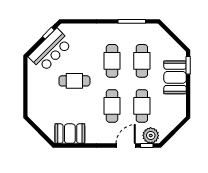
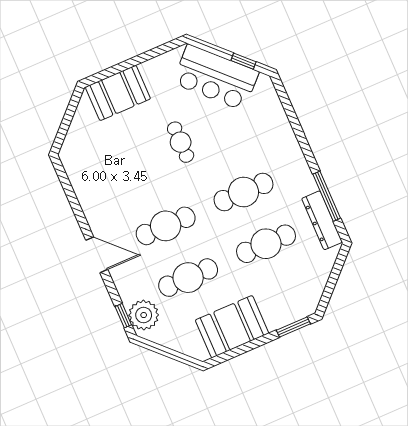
dresser: (142, 29) -> (322, 220), added
booth: (175, 77) -> (232, 327), moved
cafe table: (74, 81) -> (181, 142), width x0.73, depth x0.74
booth: (70, 134) -> (118, 93), moved, turned 90
door: (126, 145) -> (97, 255), moved

